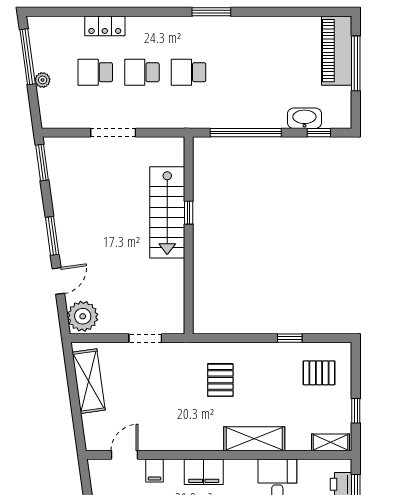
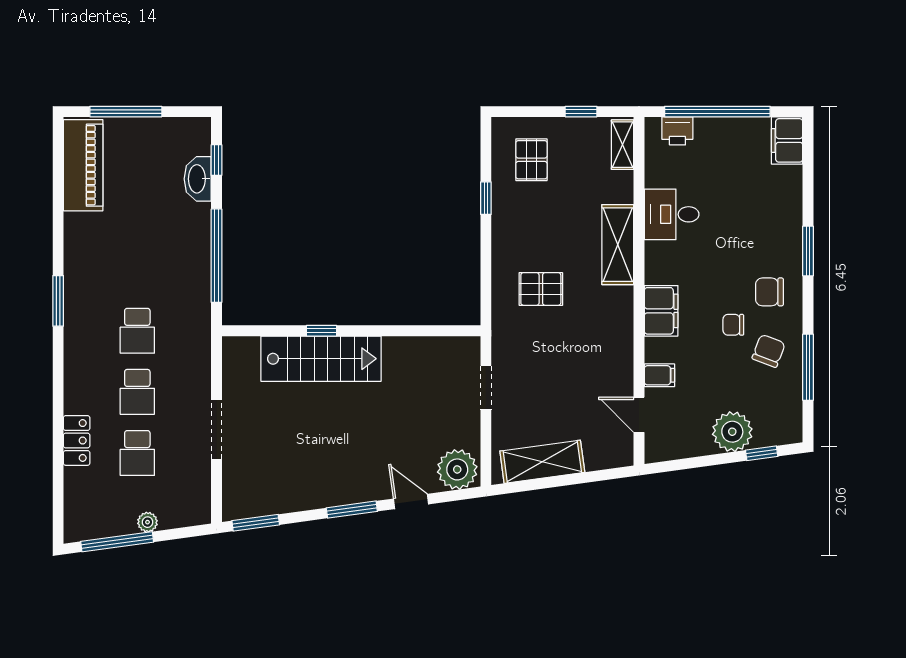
piano: (337, 51) -> (83, 165), moved, turned -90

